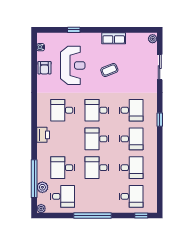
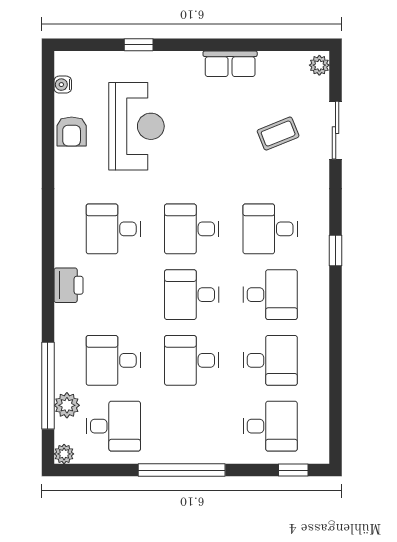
coffee table: (109, 70) -> (278, 134), moved
desk: (131, 110) -> (270, 229), turned 180

